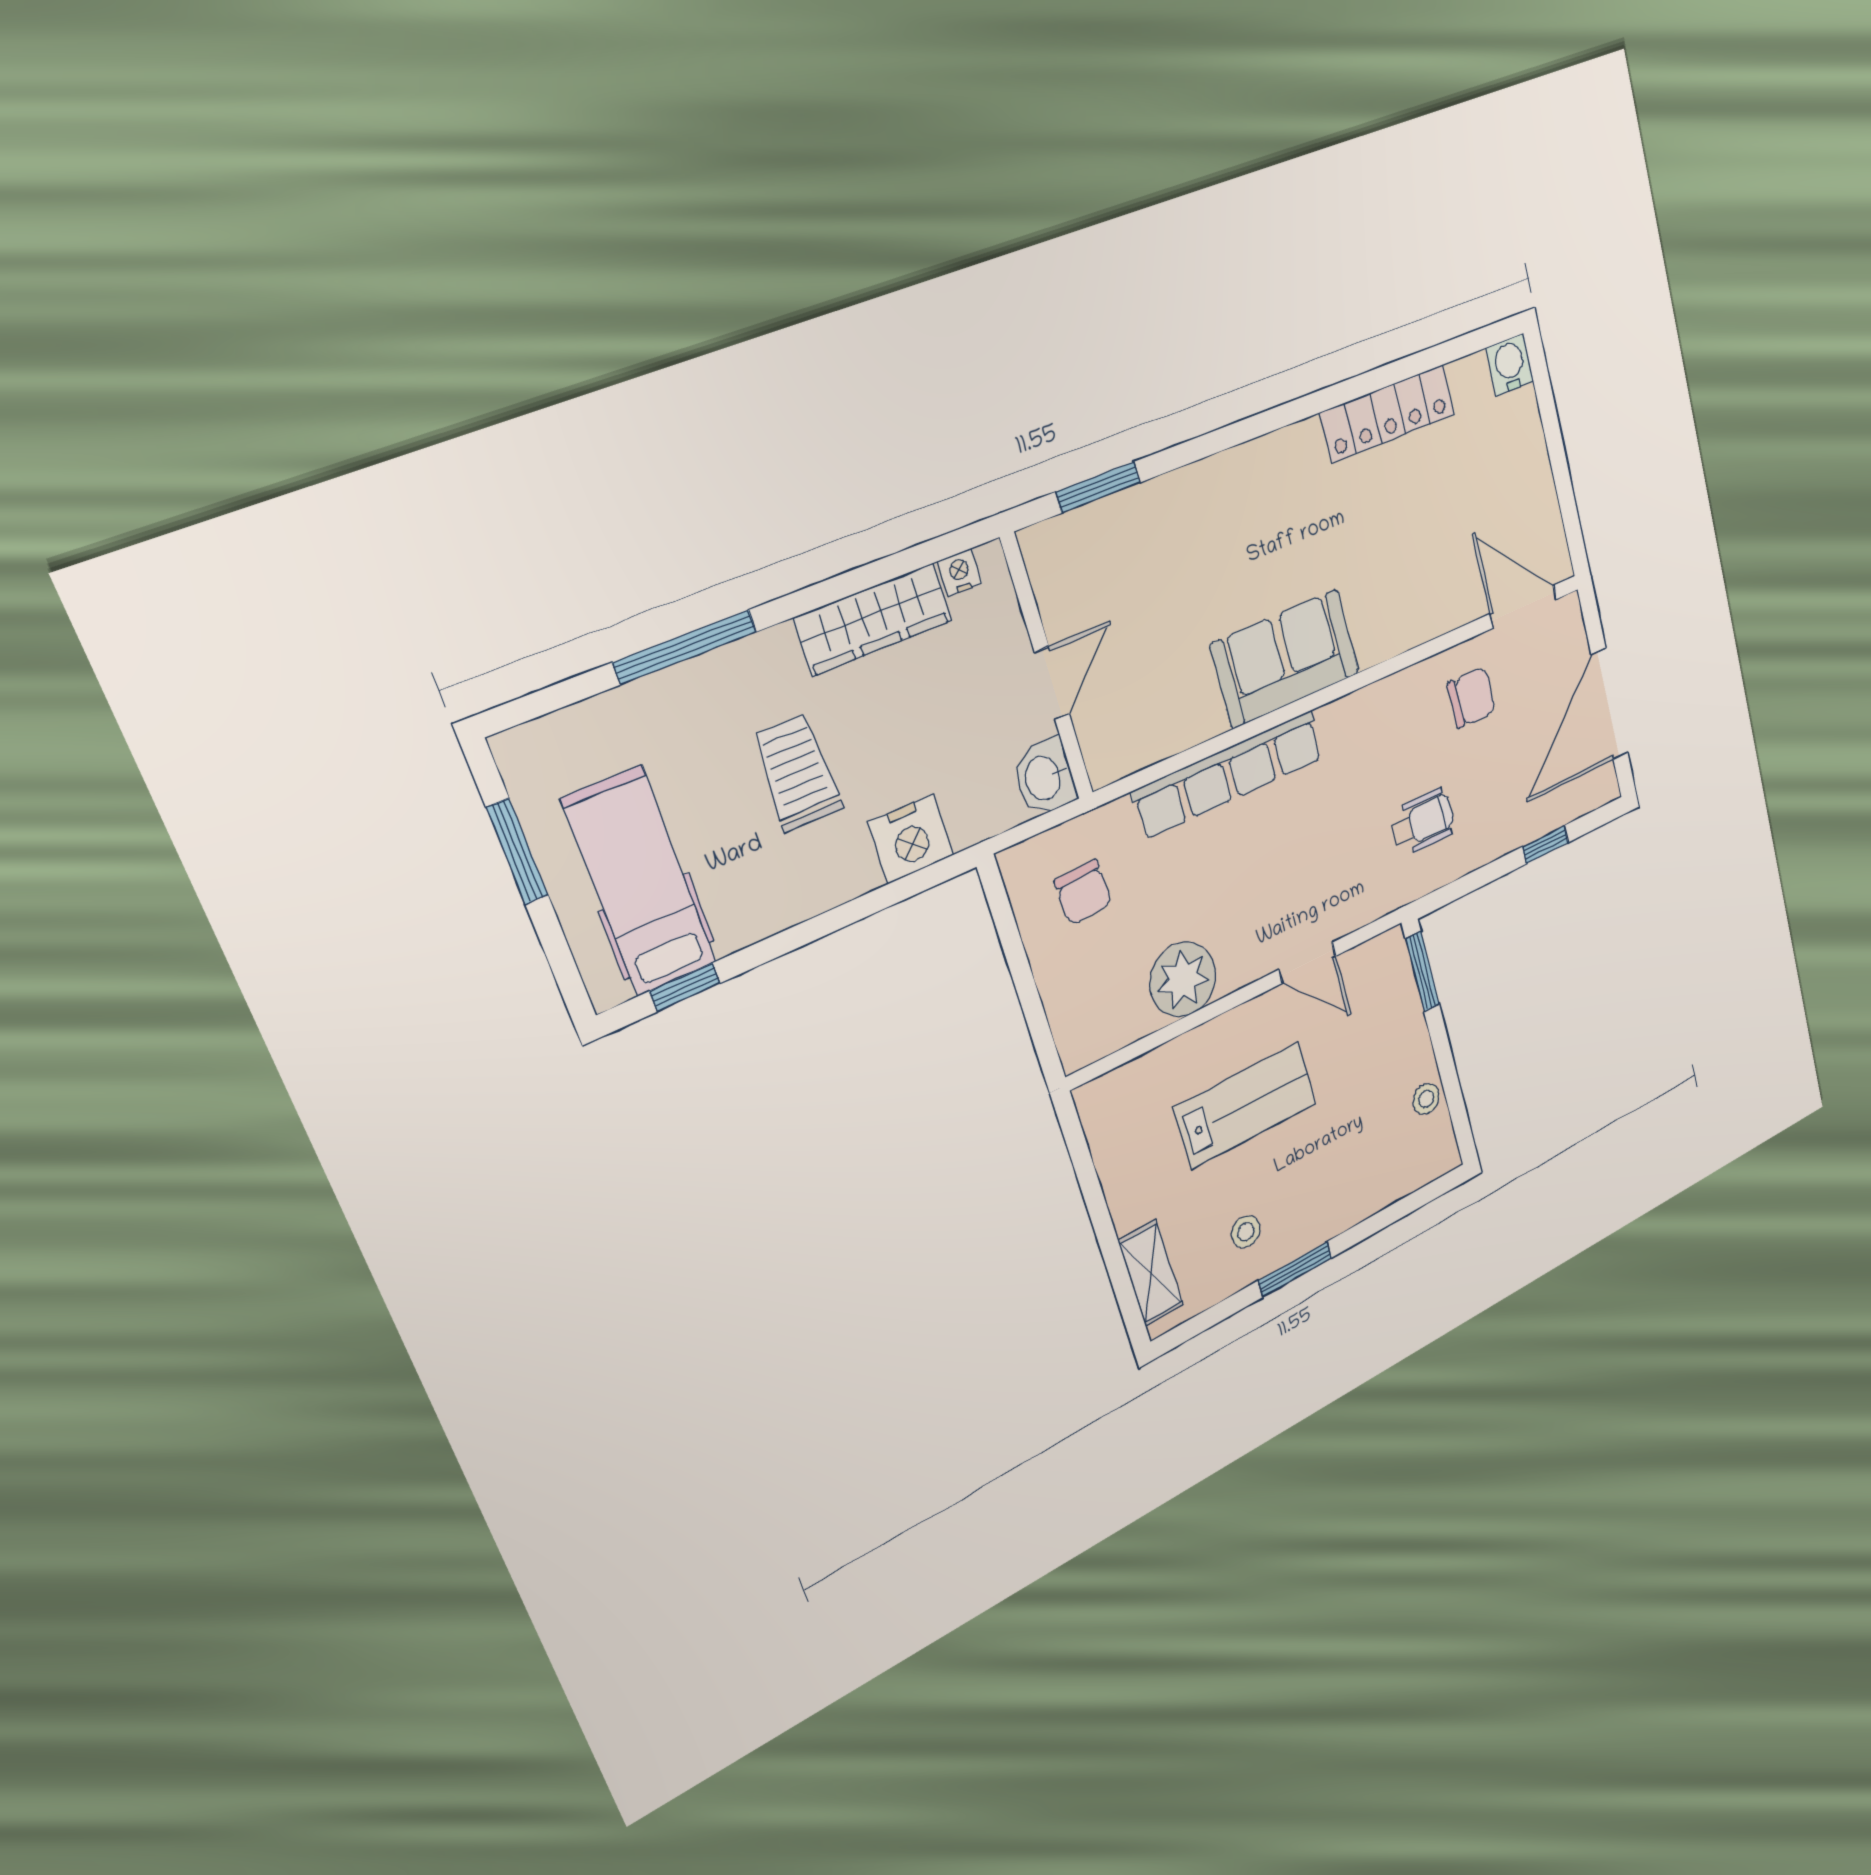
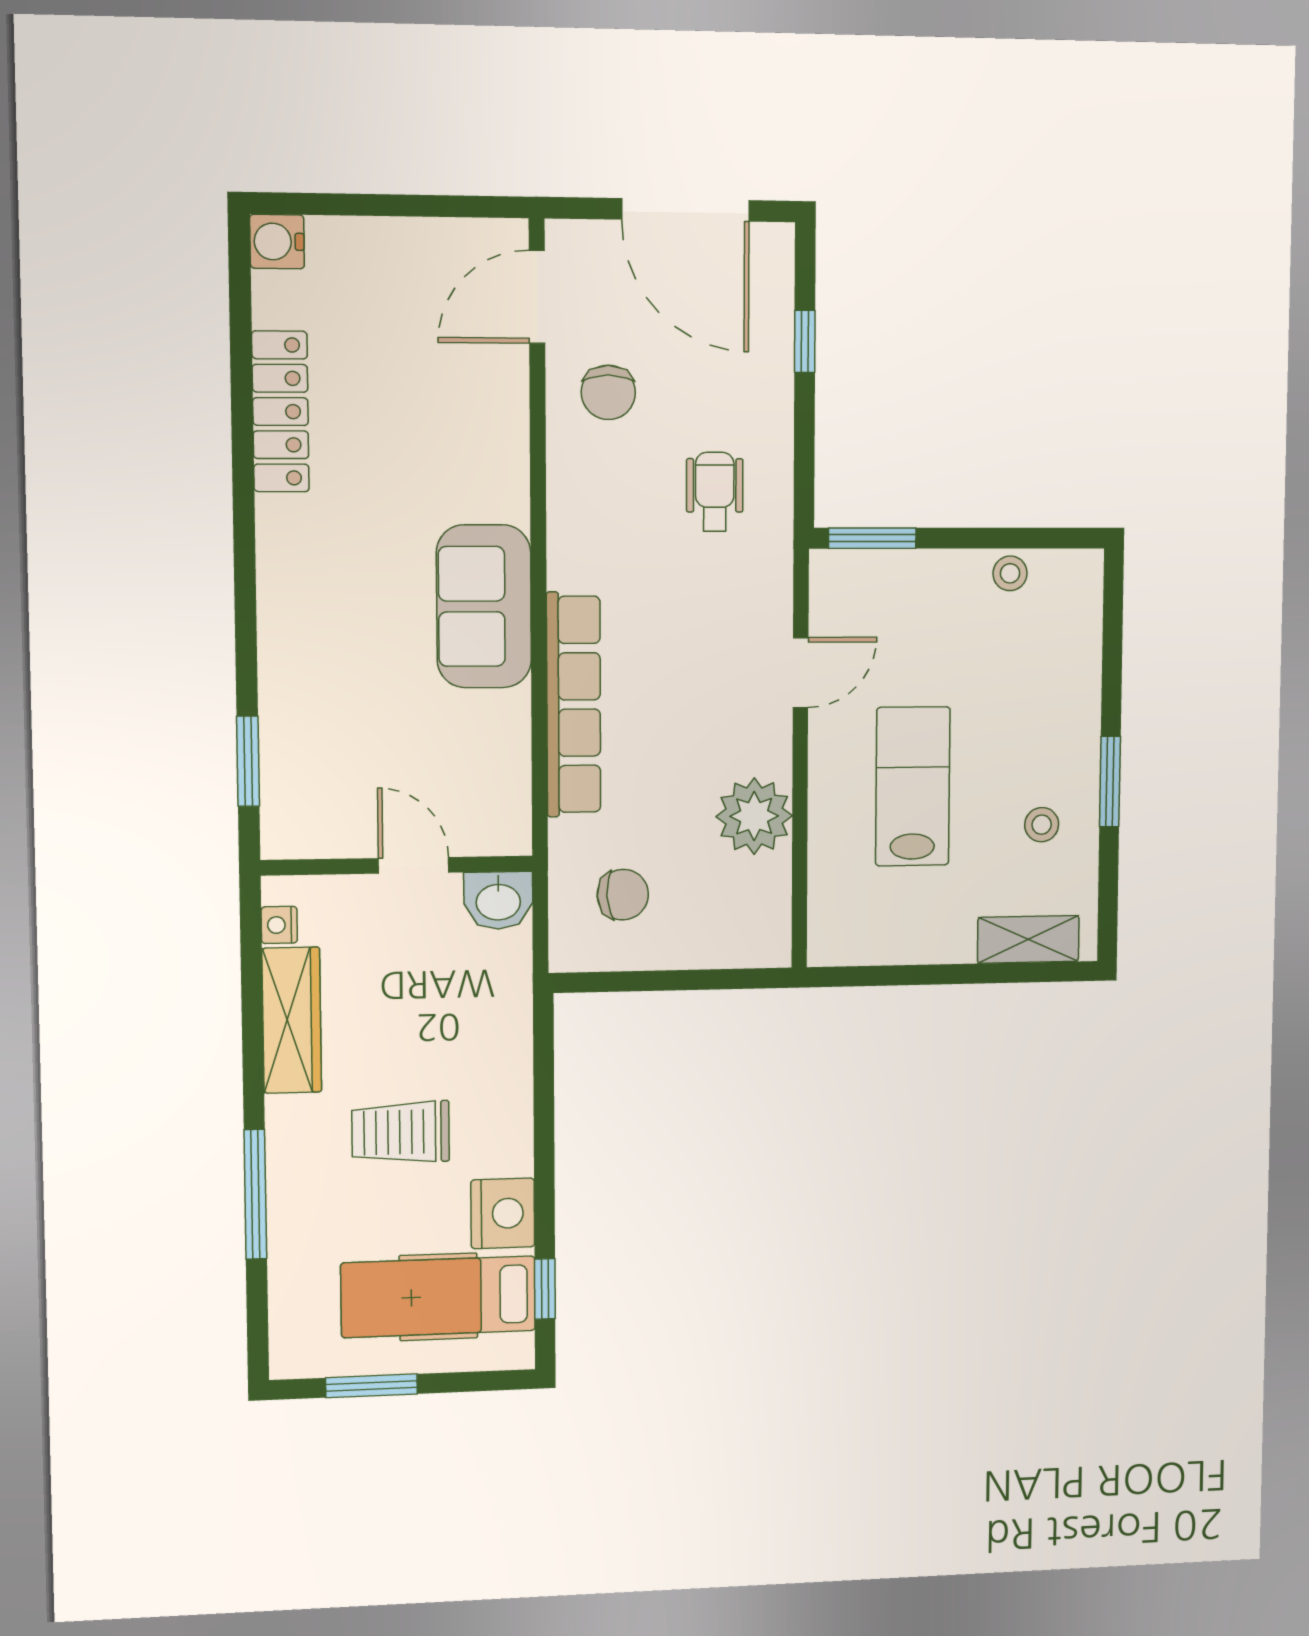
chair: (1471, 698) -> (608, 392), turned 180
nightstand: (911, 839) -> (503, 1213), moved

